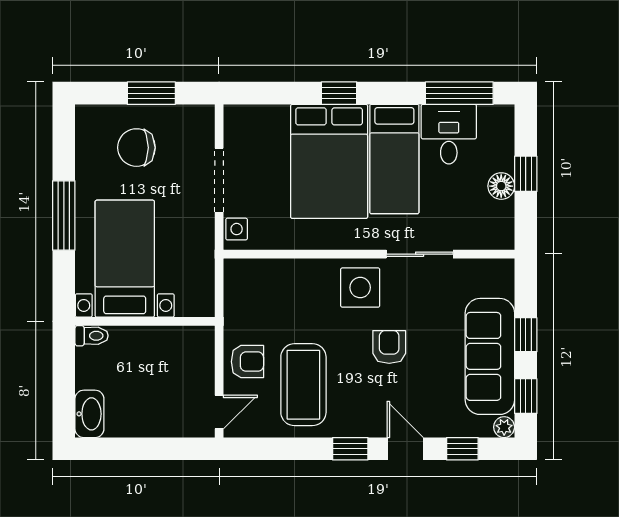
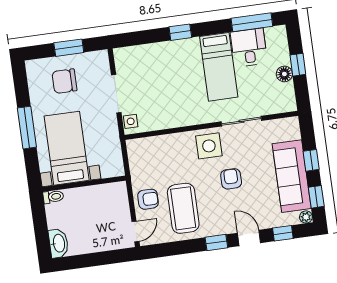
bed: (329, 161) -> (180, 74), removed

